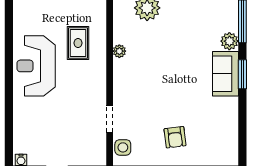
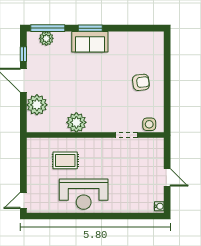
plant: (229, 41) -> (46, 38), moved
plant: (119, 51) -> (76, 122), width x1.88, depth x1.88

